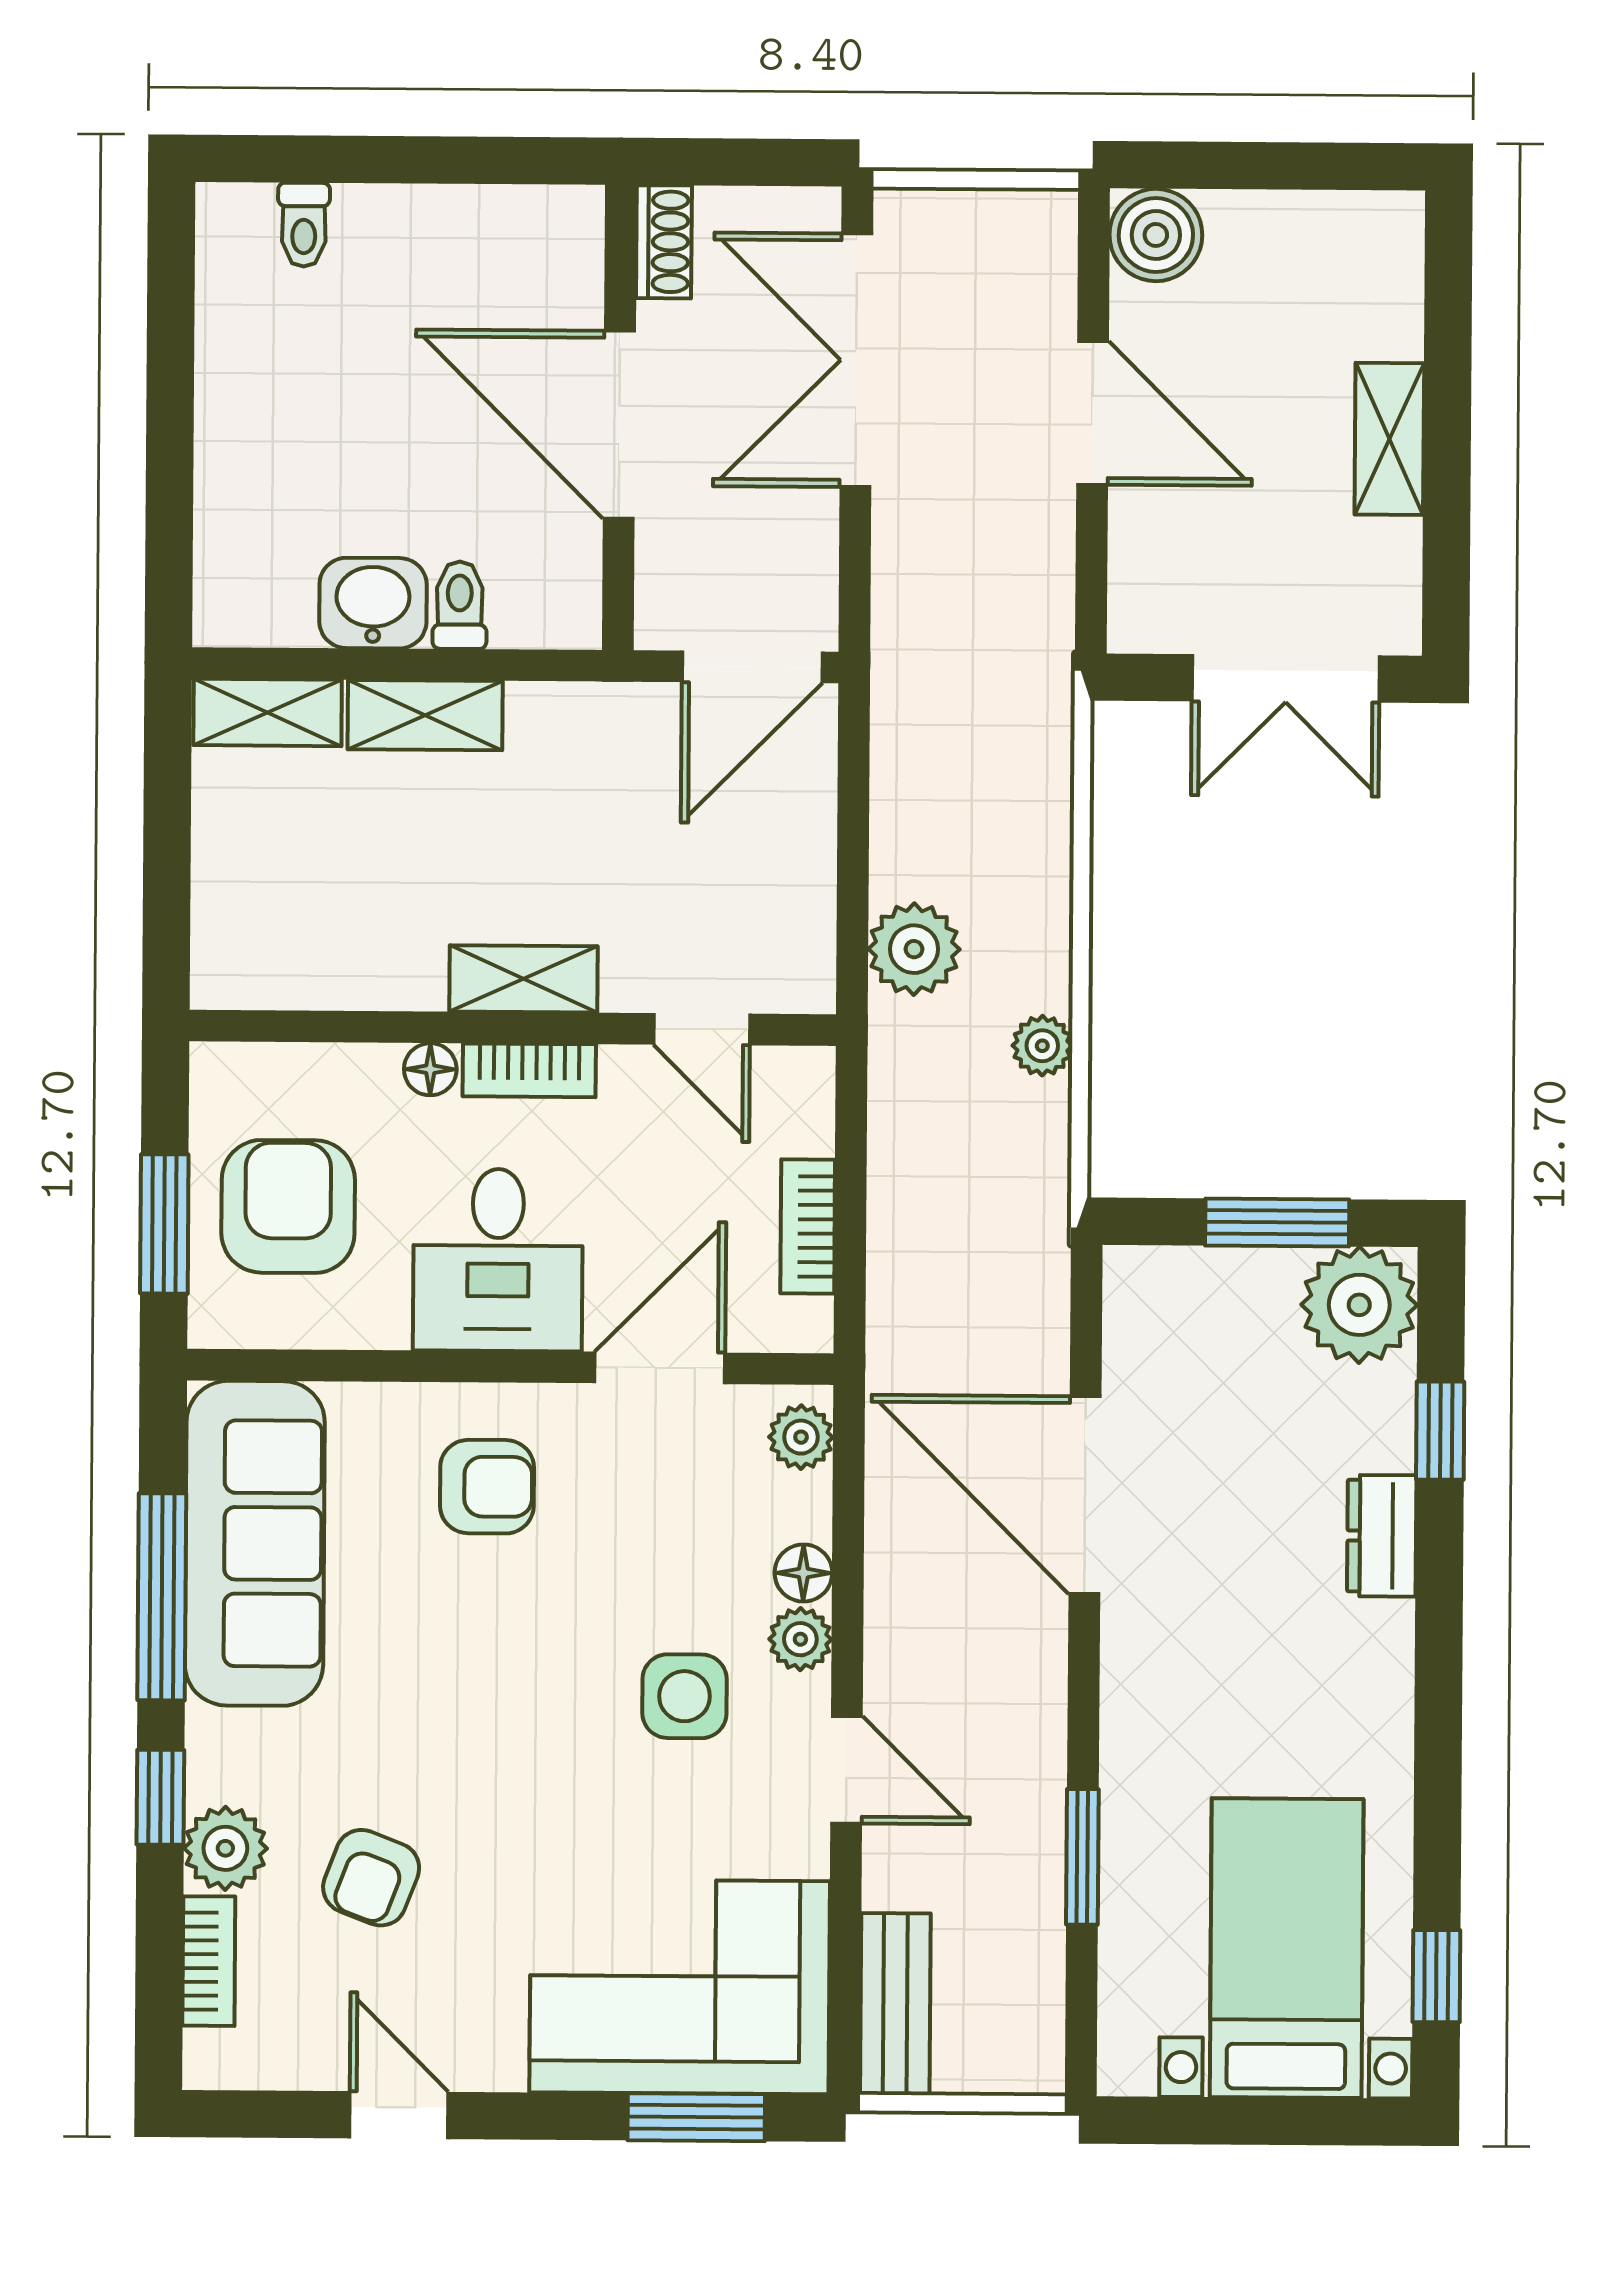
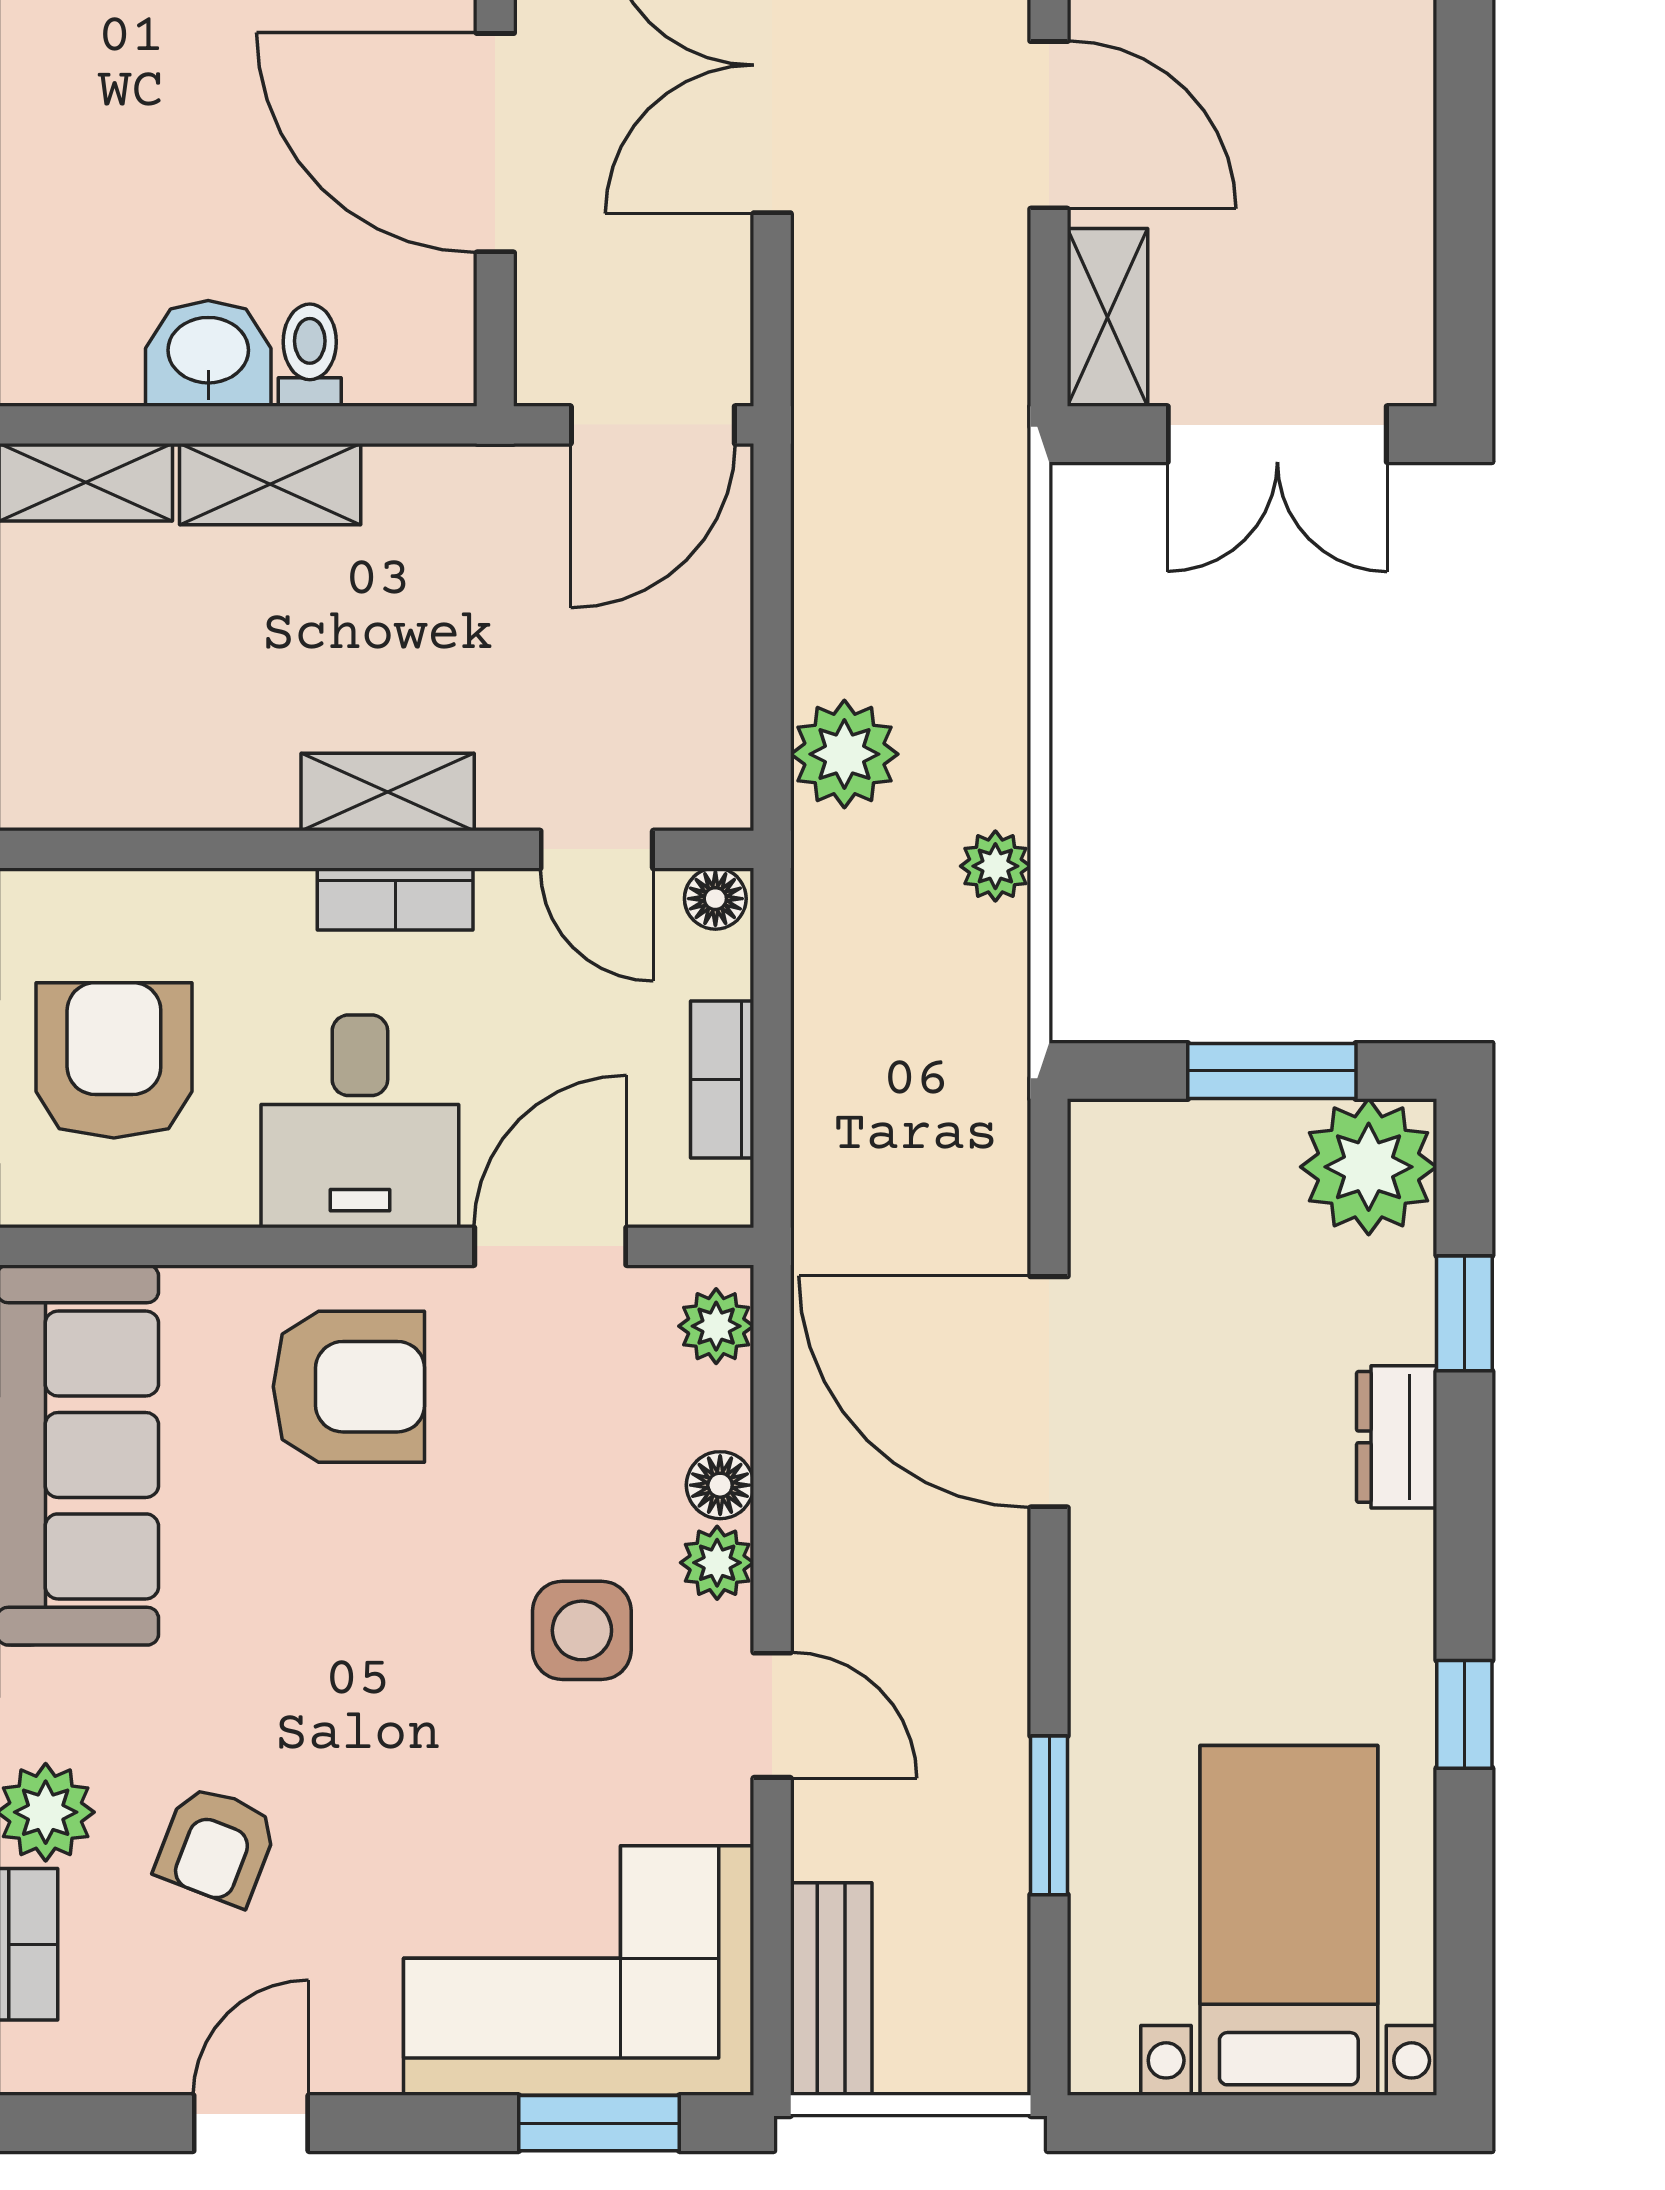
shelving: (1389, 439) -> (1108, 317), moved
floor lamp: (430, 1069) -> (715, 899), moved
armchair: (487, 1487) -> (349, 1387), width x1.38, depth x1.38
window: (1436, 1976) -> (1464, 1714), moved
door: (399, 2115) -> (251, 2123), hinge flipped

